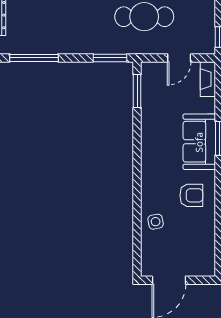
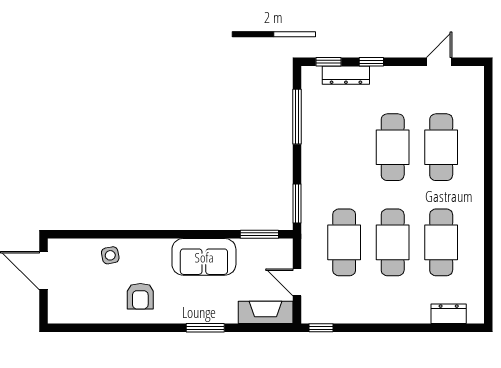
fireplace: (208, 79) -> (266, 312), width x1.37, depth x1.32
sofa: (199, 142) -> (204, 257), moved, turned 180

